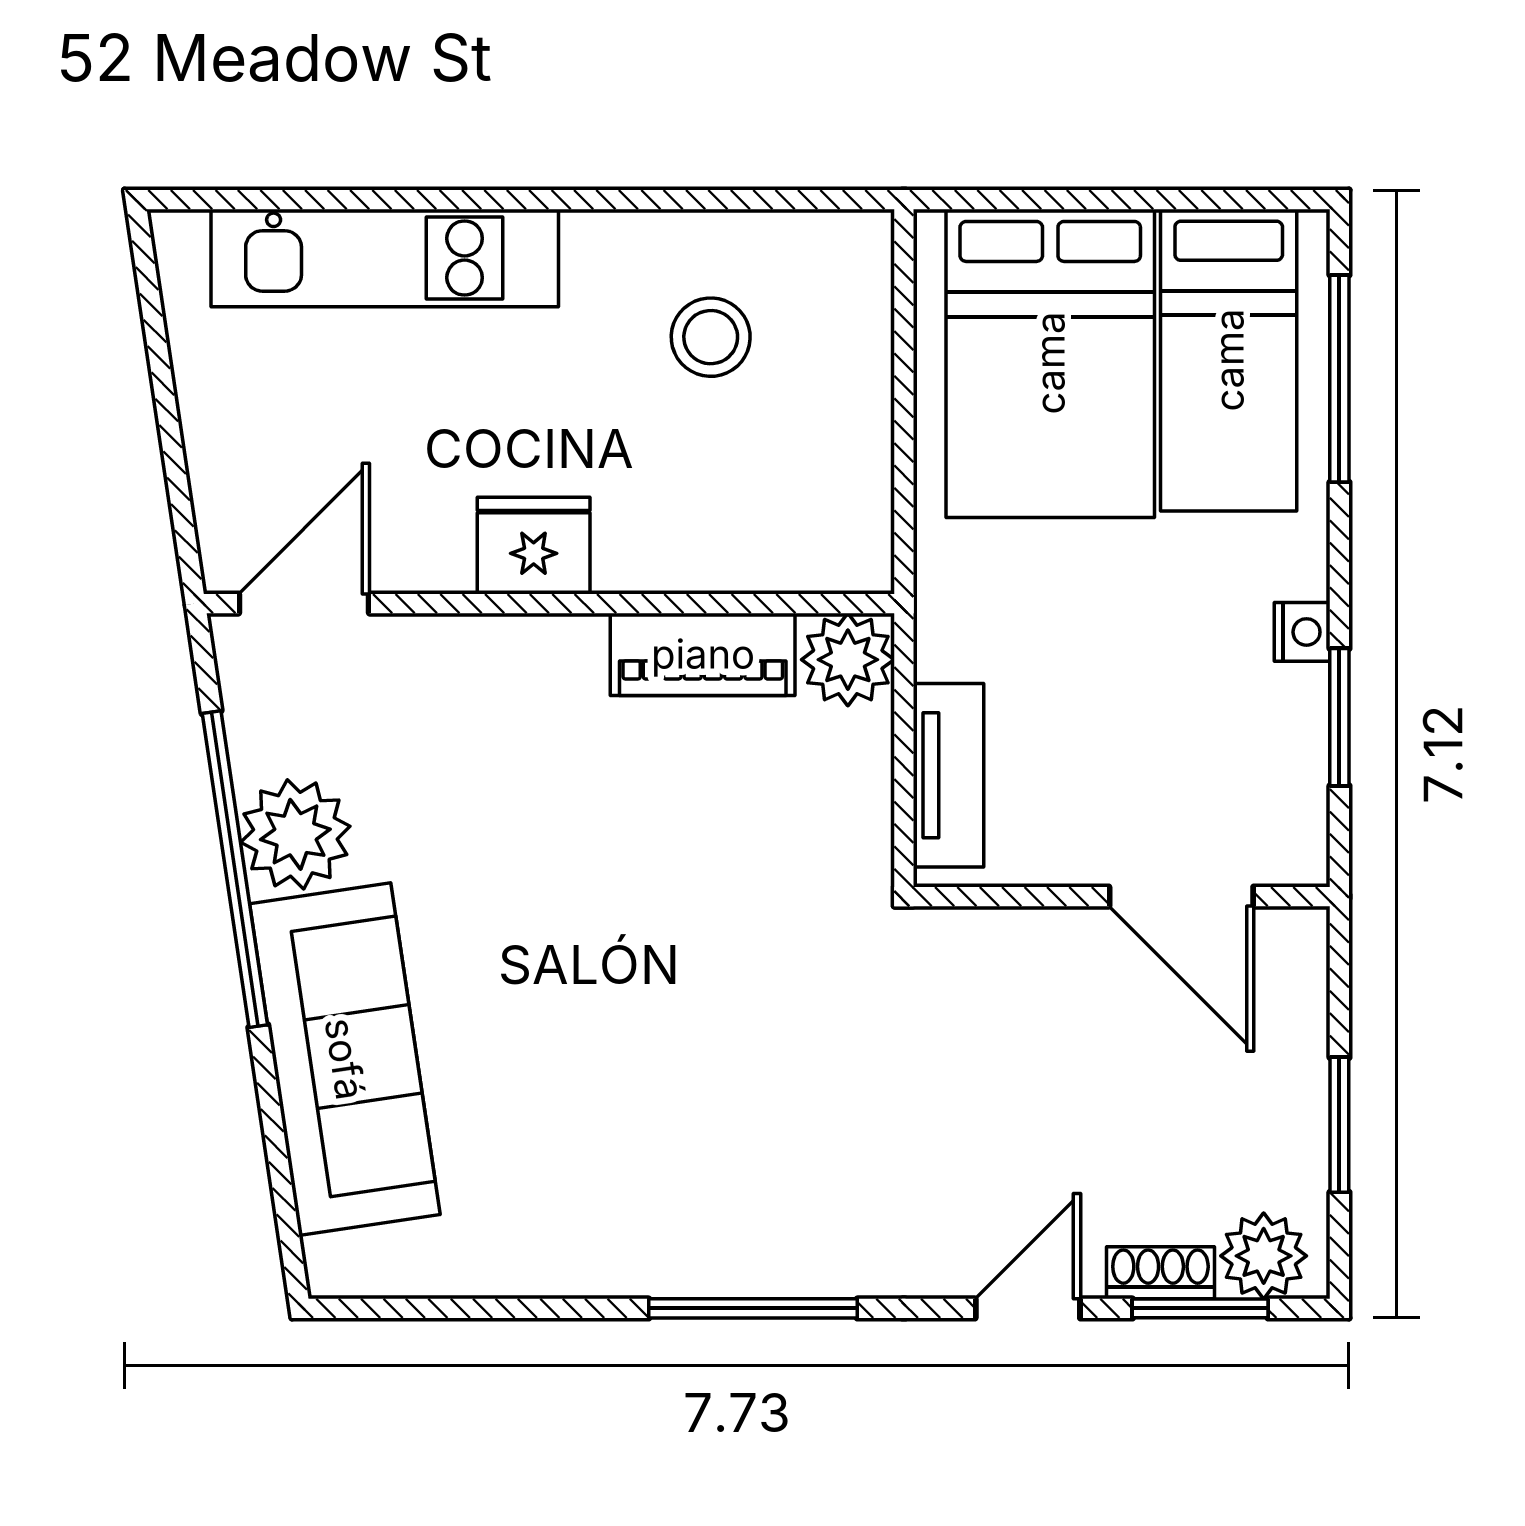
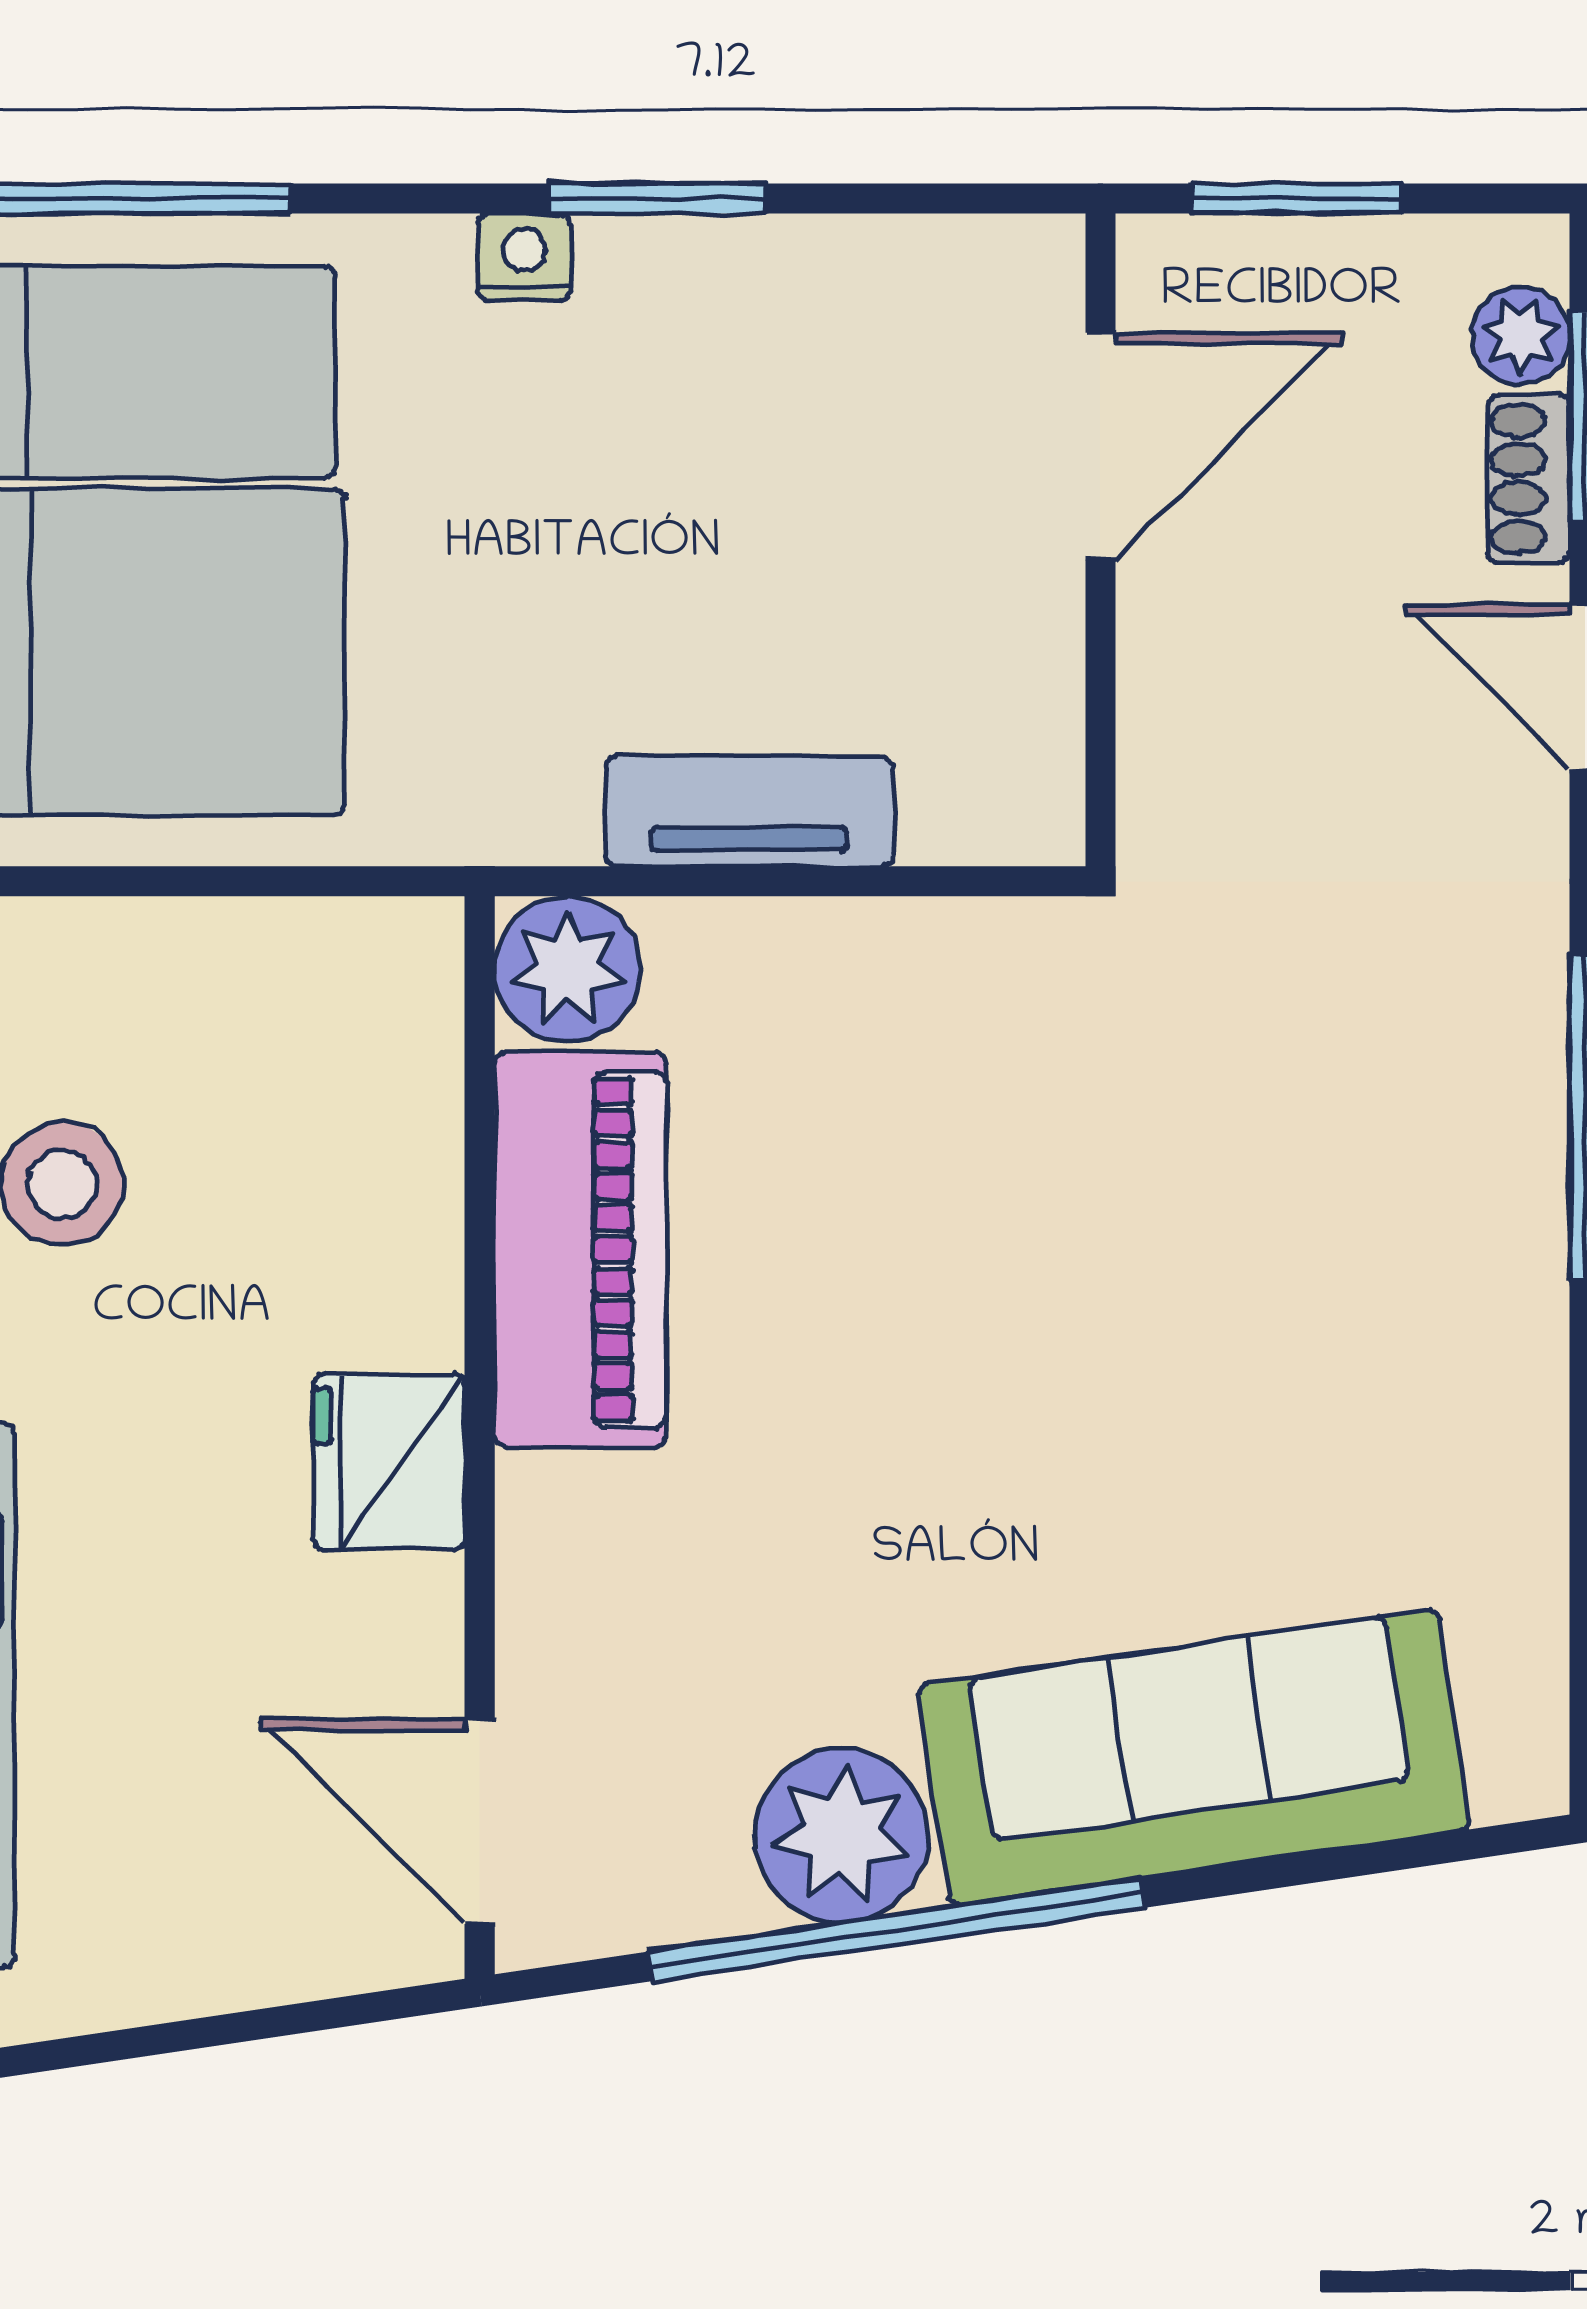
piano: (703, 654) -> (580, 1249), width x1.37, depth x1.33
wall: (1122, 897) -> (1100, 540), moved
door: (1181, 897) -> (1100, 446), moved
plant: (1264, 1256) -> (1521, 336), width x0.73, depth x0.73

